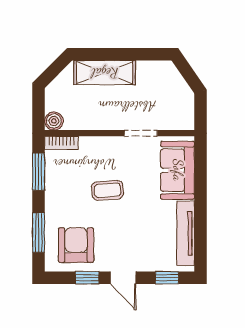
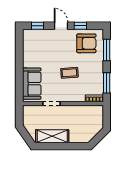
shelving: (105, 73) -> (52, 136), moved
boiler: (54, 121) -> (98, 110), removed
tv unit: (186, 233) -> (27, 50), removed
armchair: (76, 245) -> (86, 43), turned -90

